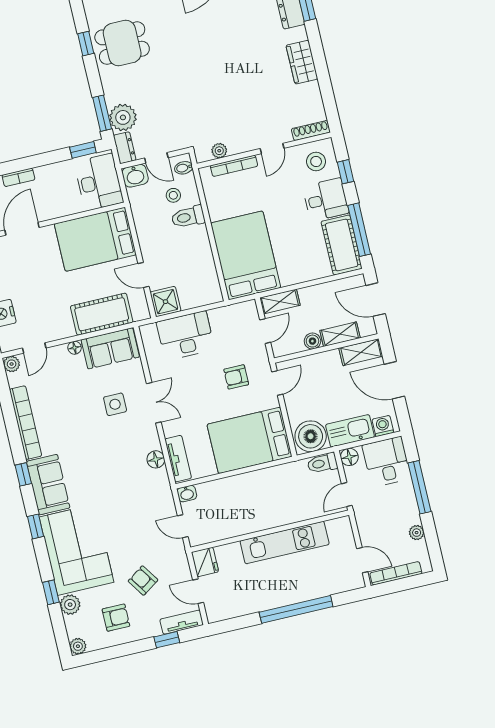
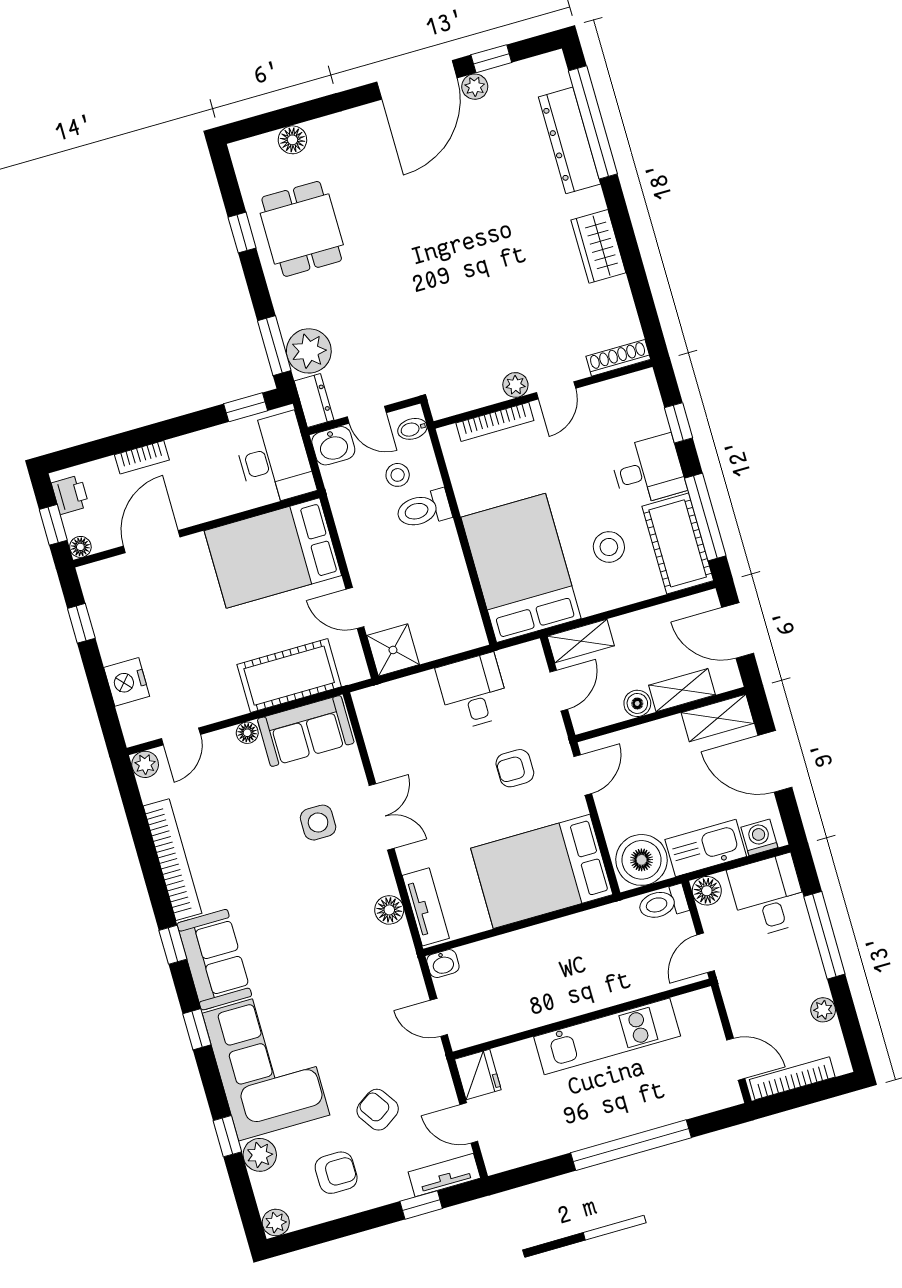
dining table: (122, 43) -> (302, 229), turned 90
plant: (219, 151) -> (515, 385), moved
stool: (316, 161) -> (609, 547), moved
desk: (186, 336) -> (473, 692), moved, width x0.73

